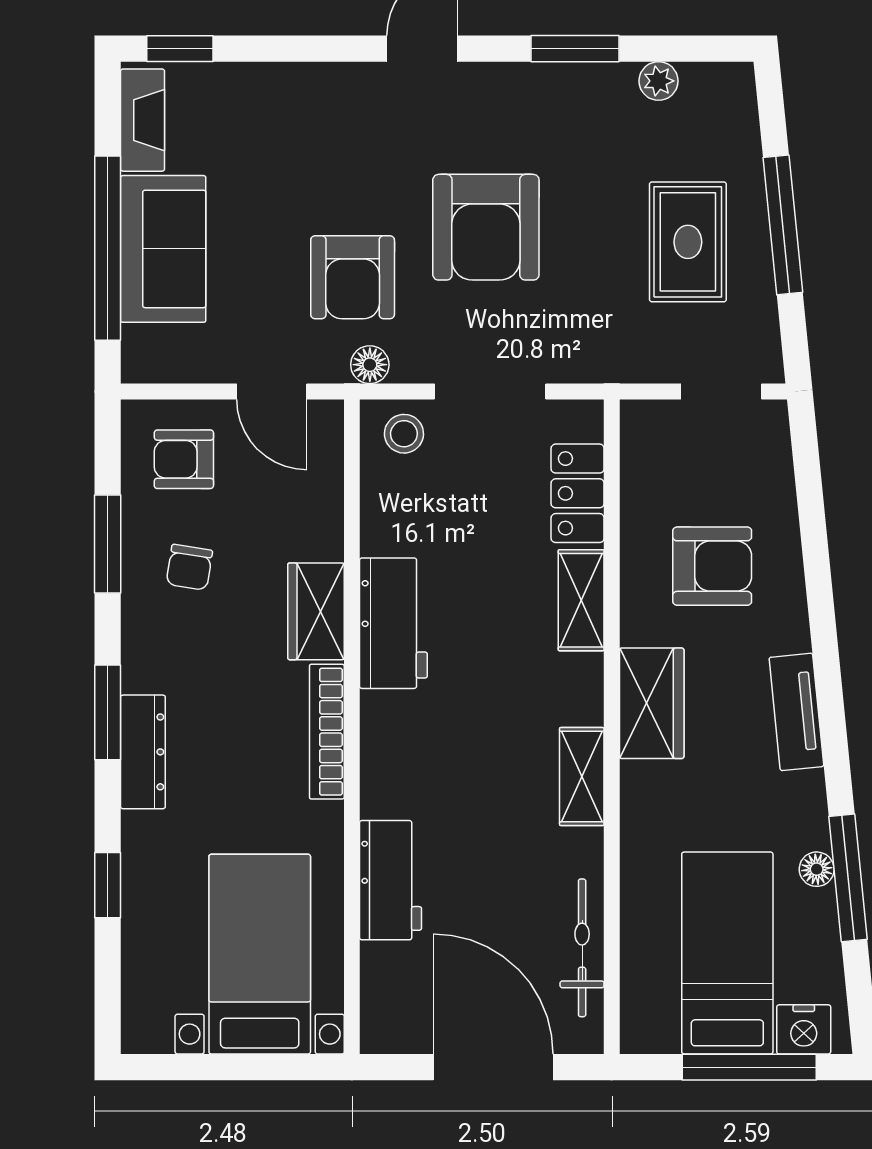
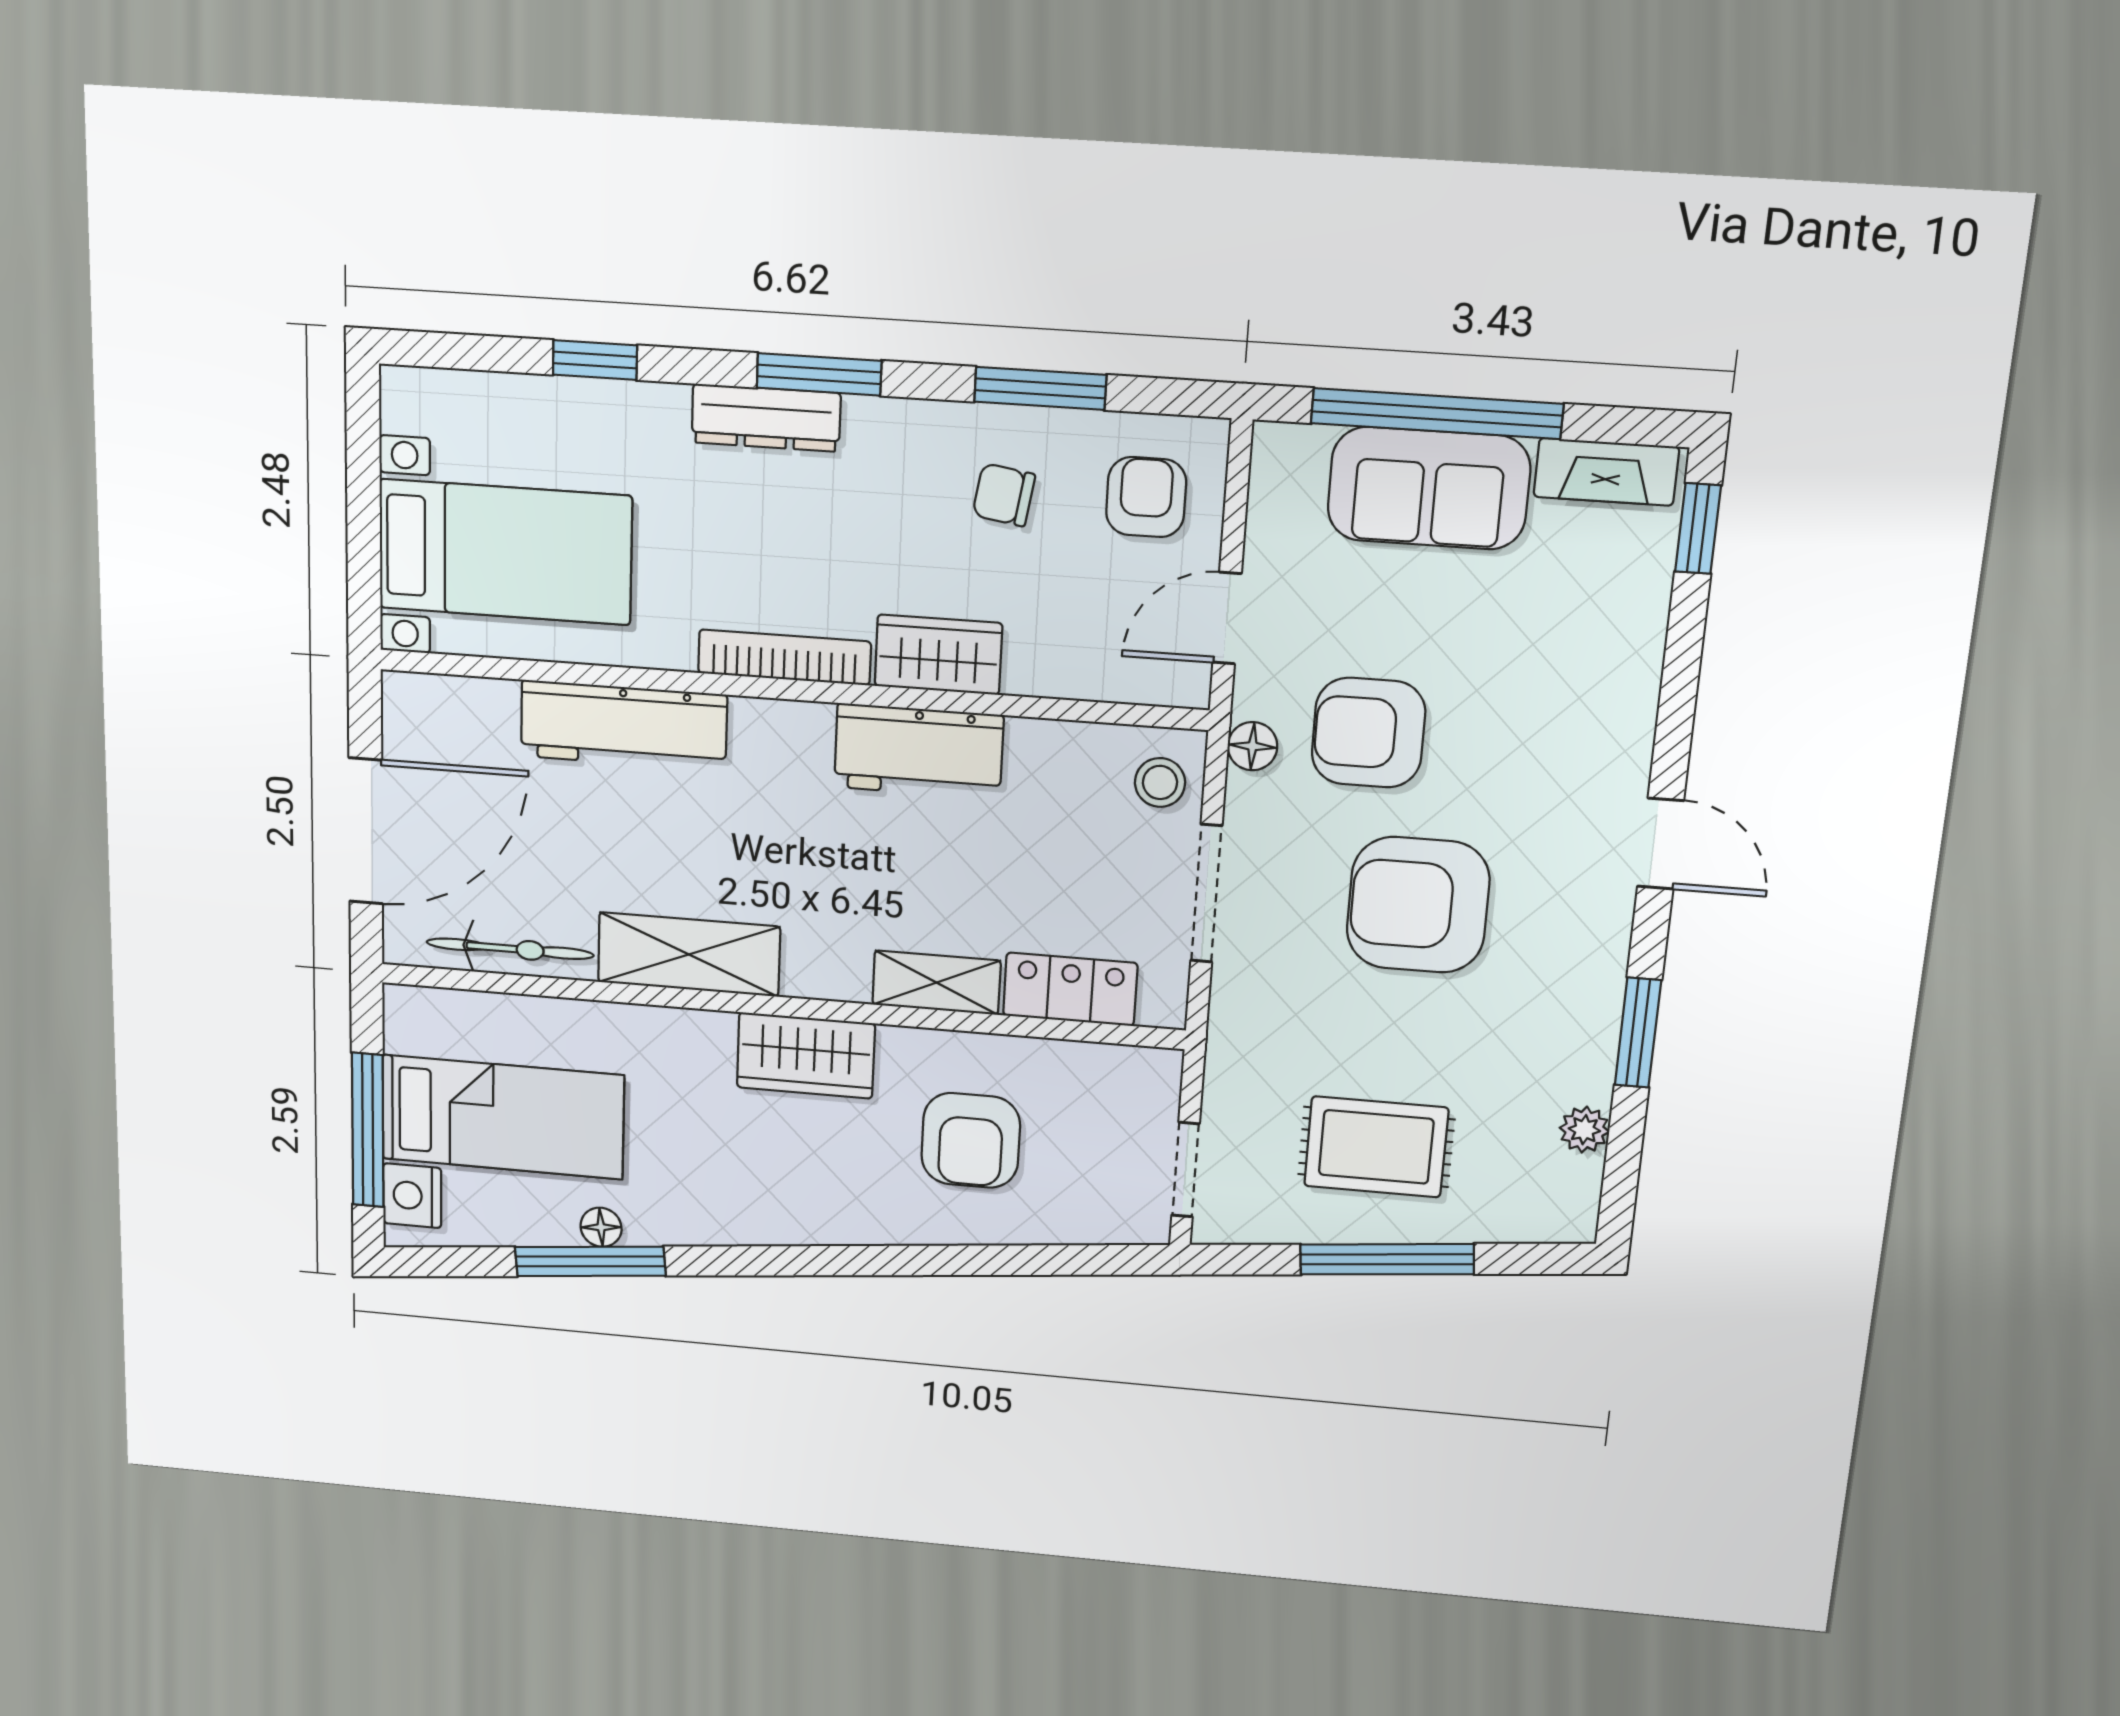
tv unit: (796, 712) -> (789, 1221), removed
shelving: (582, 777) -> (689, 954), width x1.50, depth x1.33
workbench: (391, 880) -> (624, 725), width x1.38

